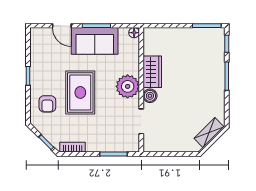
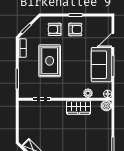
armchair: (47, 76) -> (75, 29), added
plant: (128, 86) -> (88, 93), moved, width x0.53, depth x0.53
rug: (80, 92) -> (50, 61), moved, turned 90
boiler: (150, 96) -> (106, 106), moved

